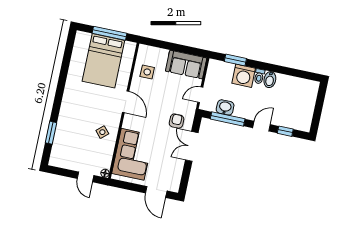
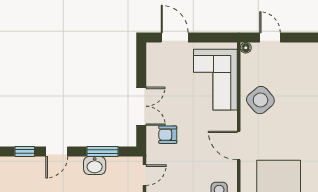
washbasin: (225, 107) -> (95, 166), moved
window: (228, 119) -> (102, 151), width x0.69
armchair: (177, 121) -> (168, 135), turned 90
side table: (102, 132) -> (260, 100), width x1.87, depth x1.87

